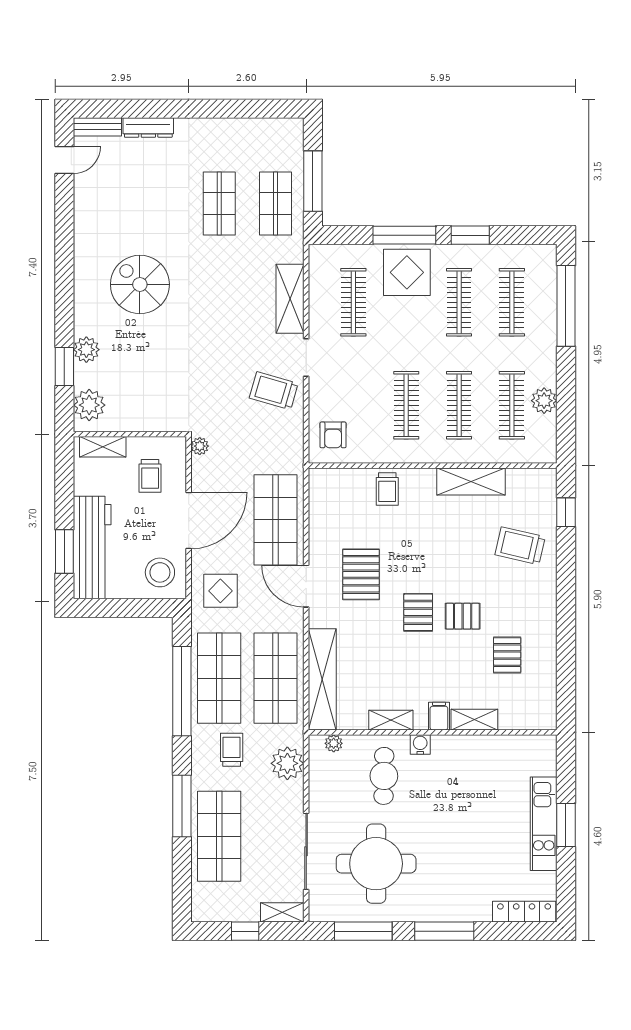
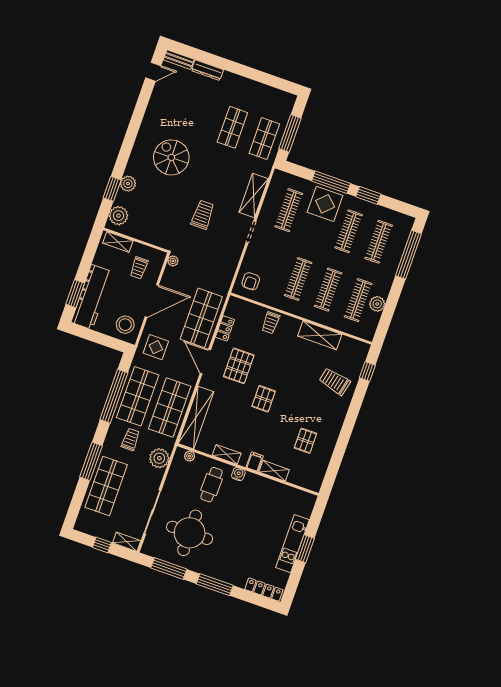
trolley: (274, 391) -> (203, 215), moved, turned 74
locker: (319, 523) -> (225, 328), added
pallet: (463, 616) -> (288, 410), removed

